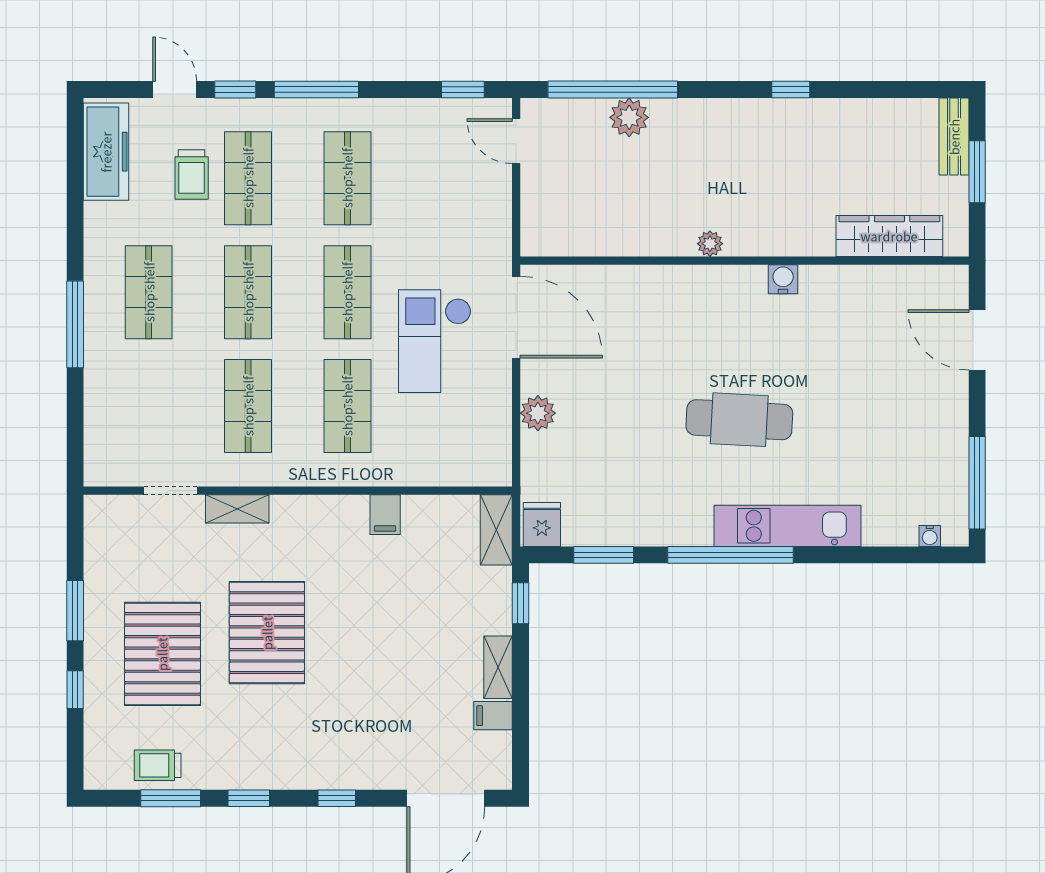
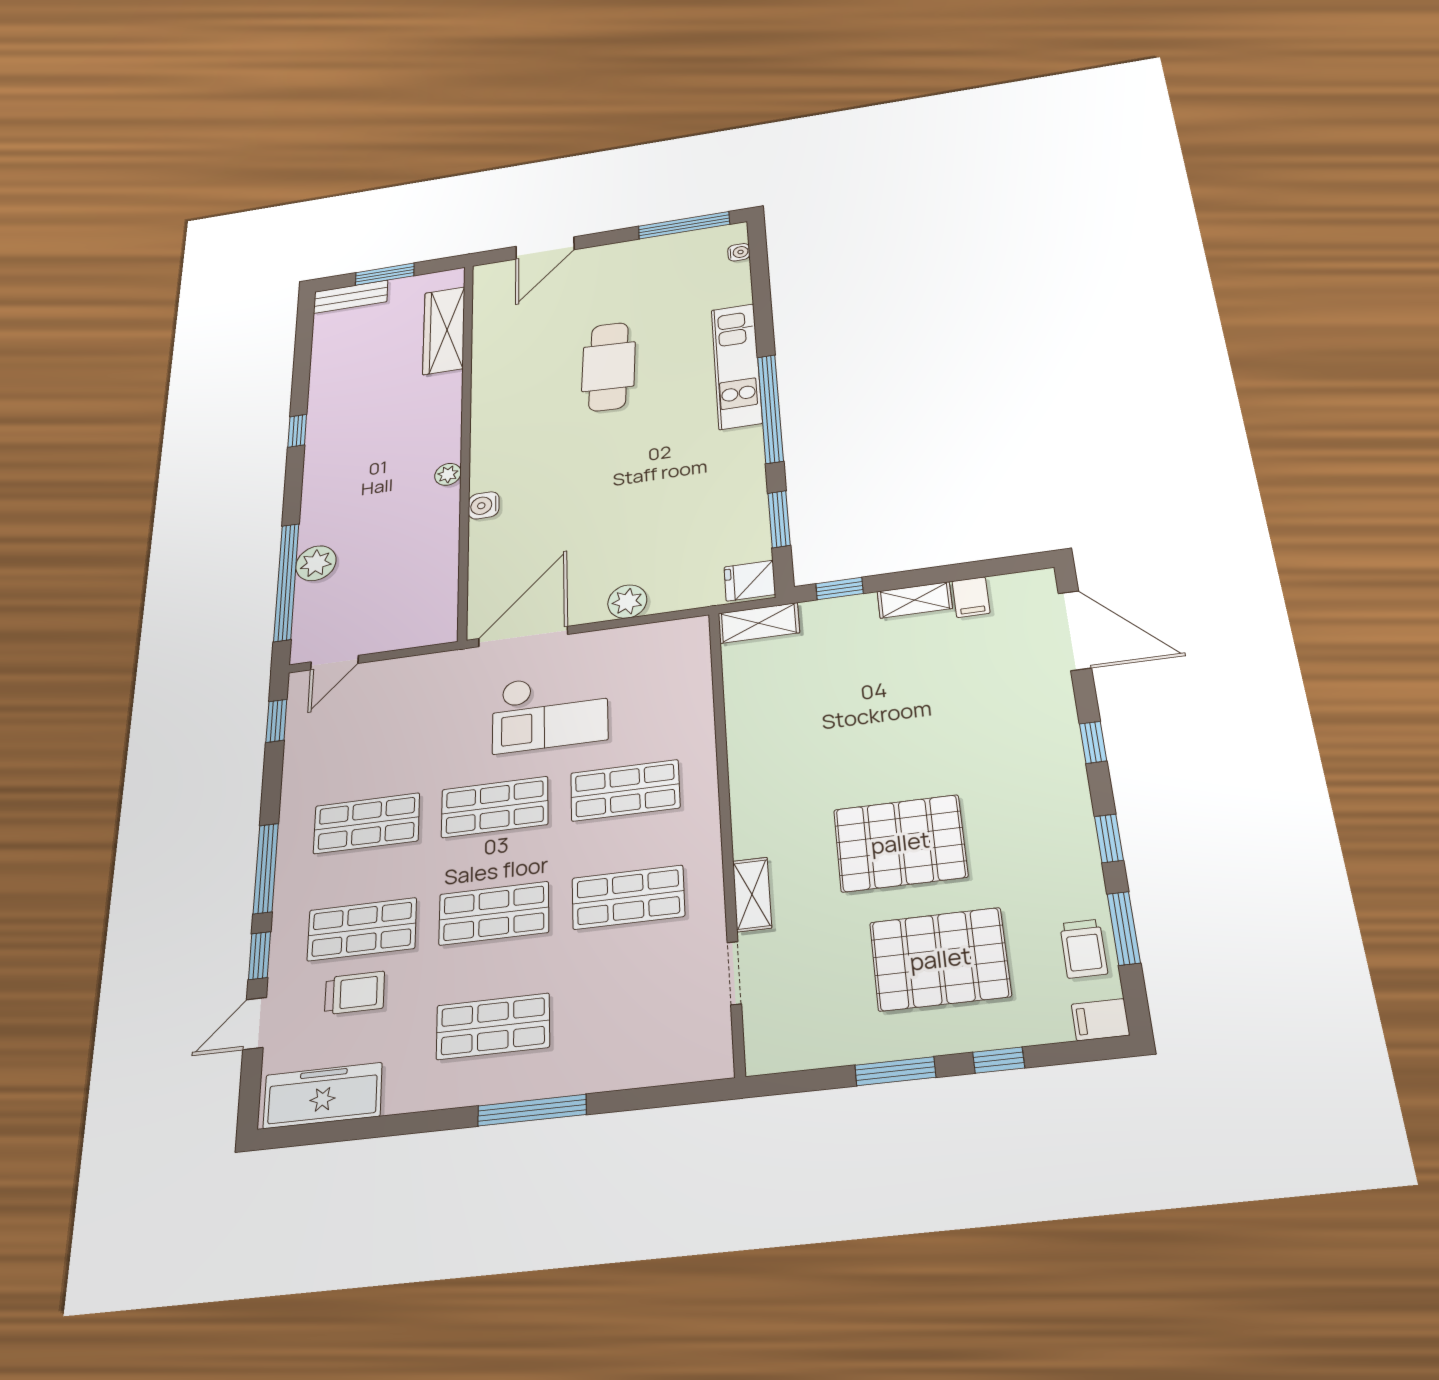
water cooler: (783, 279) -> (484, 505), moved
cafe table: (739, 420) -> (609, 367), moved
filing cabinet: (385, 515) -> (1100, 1020), moved, turned 180

